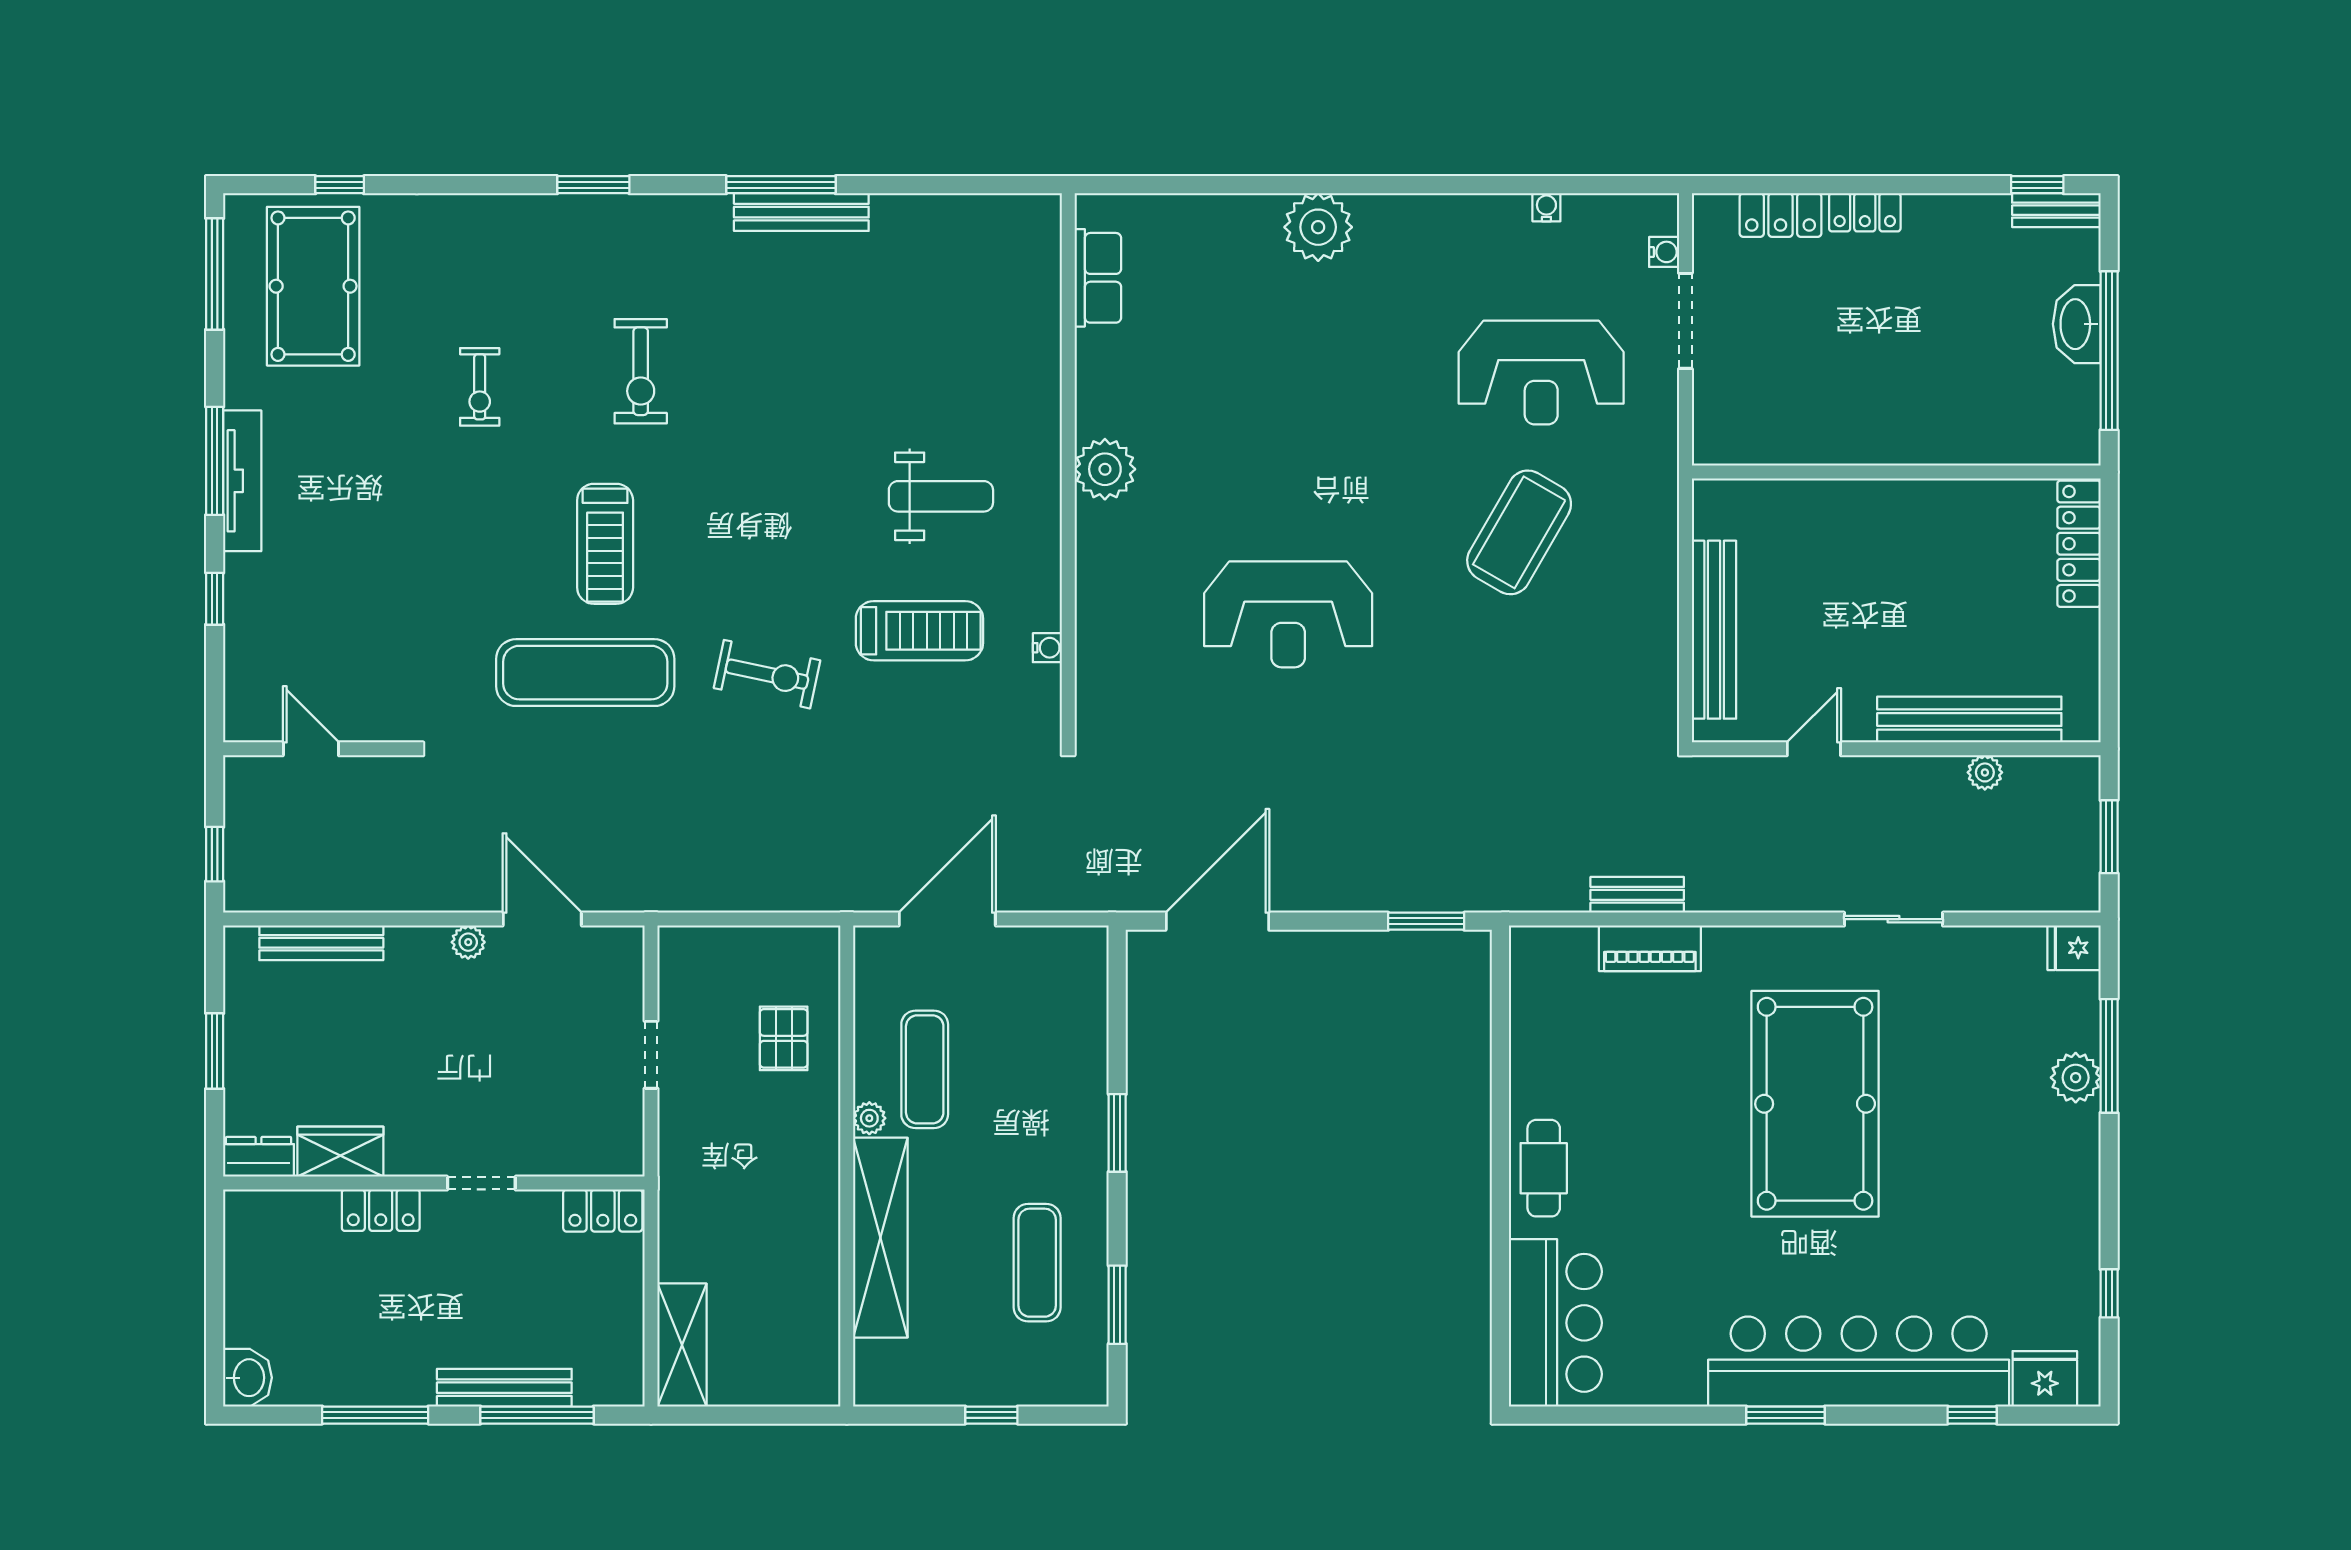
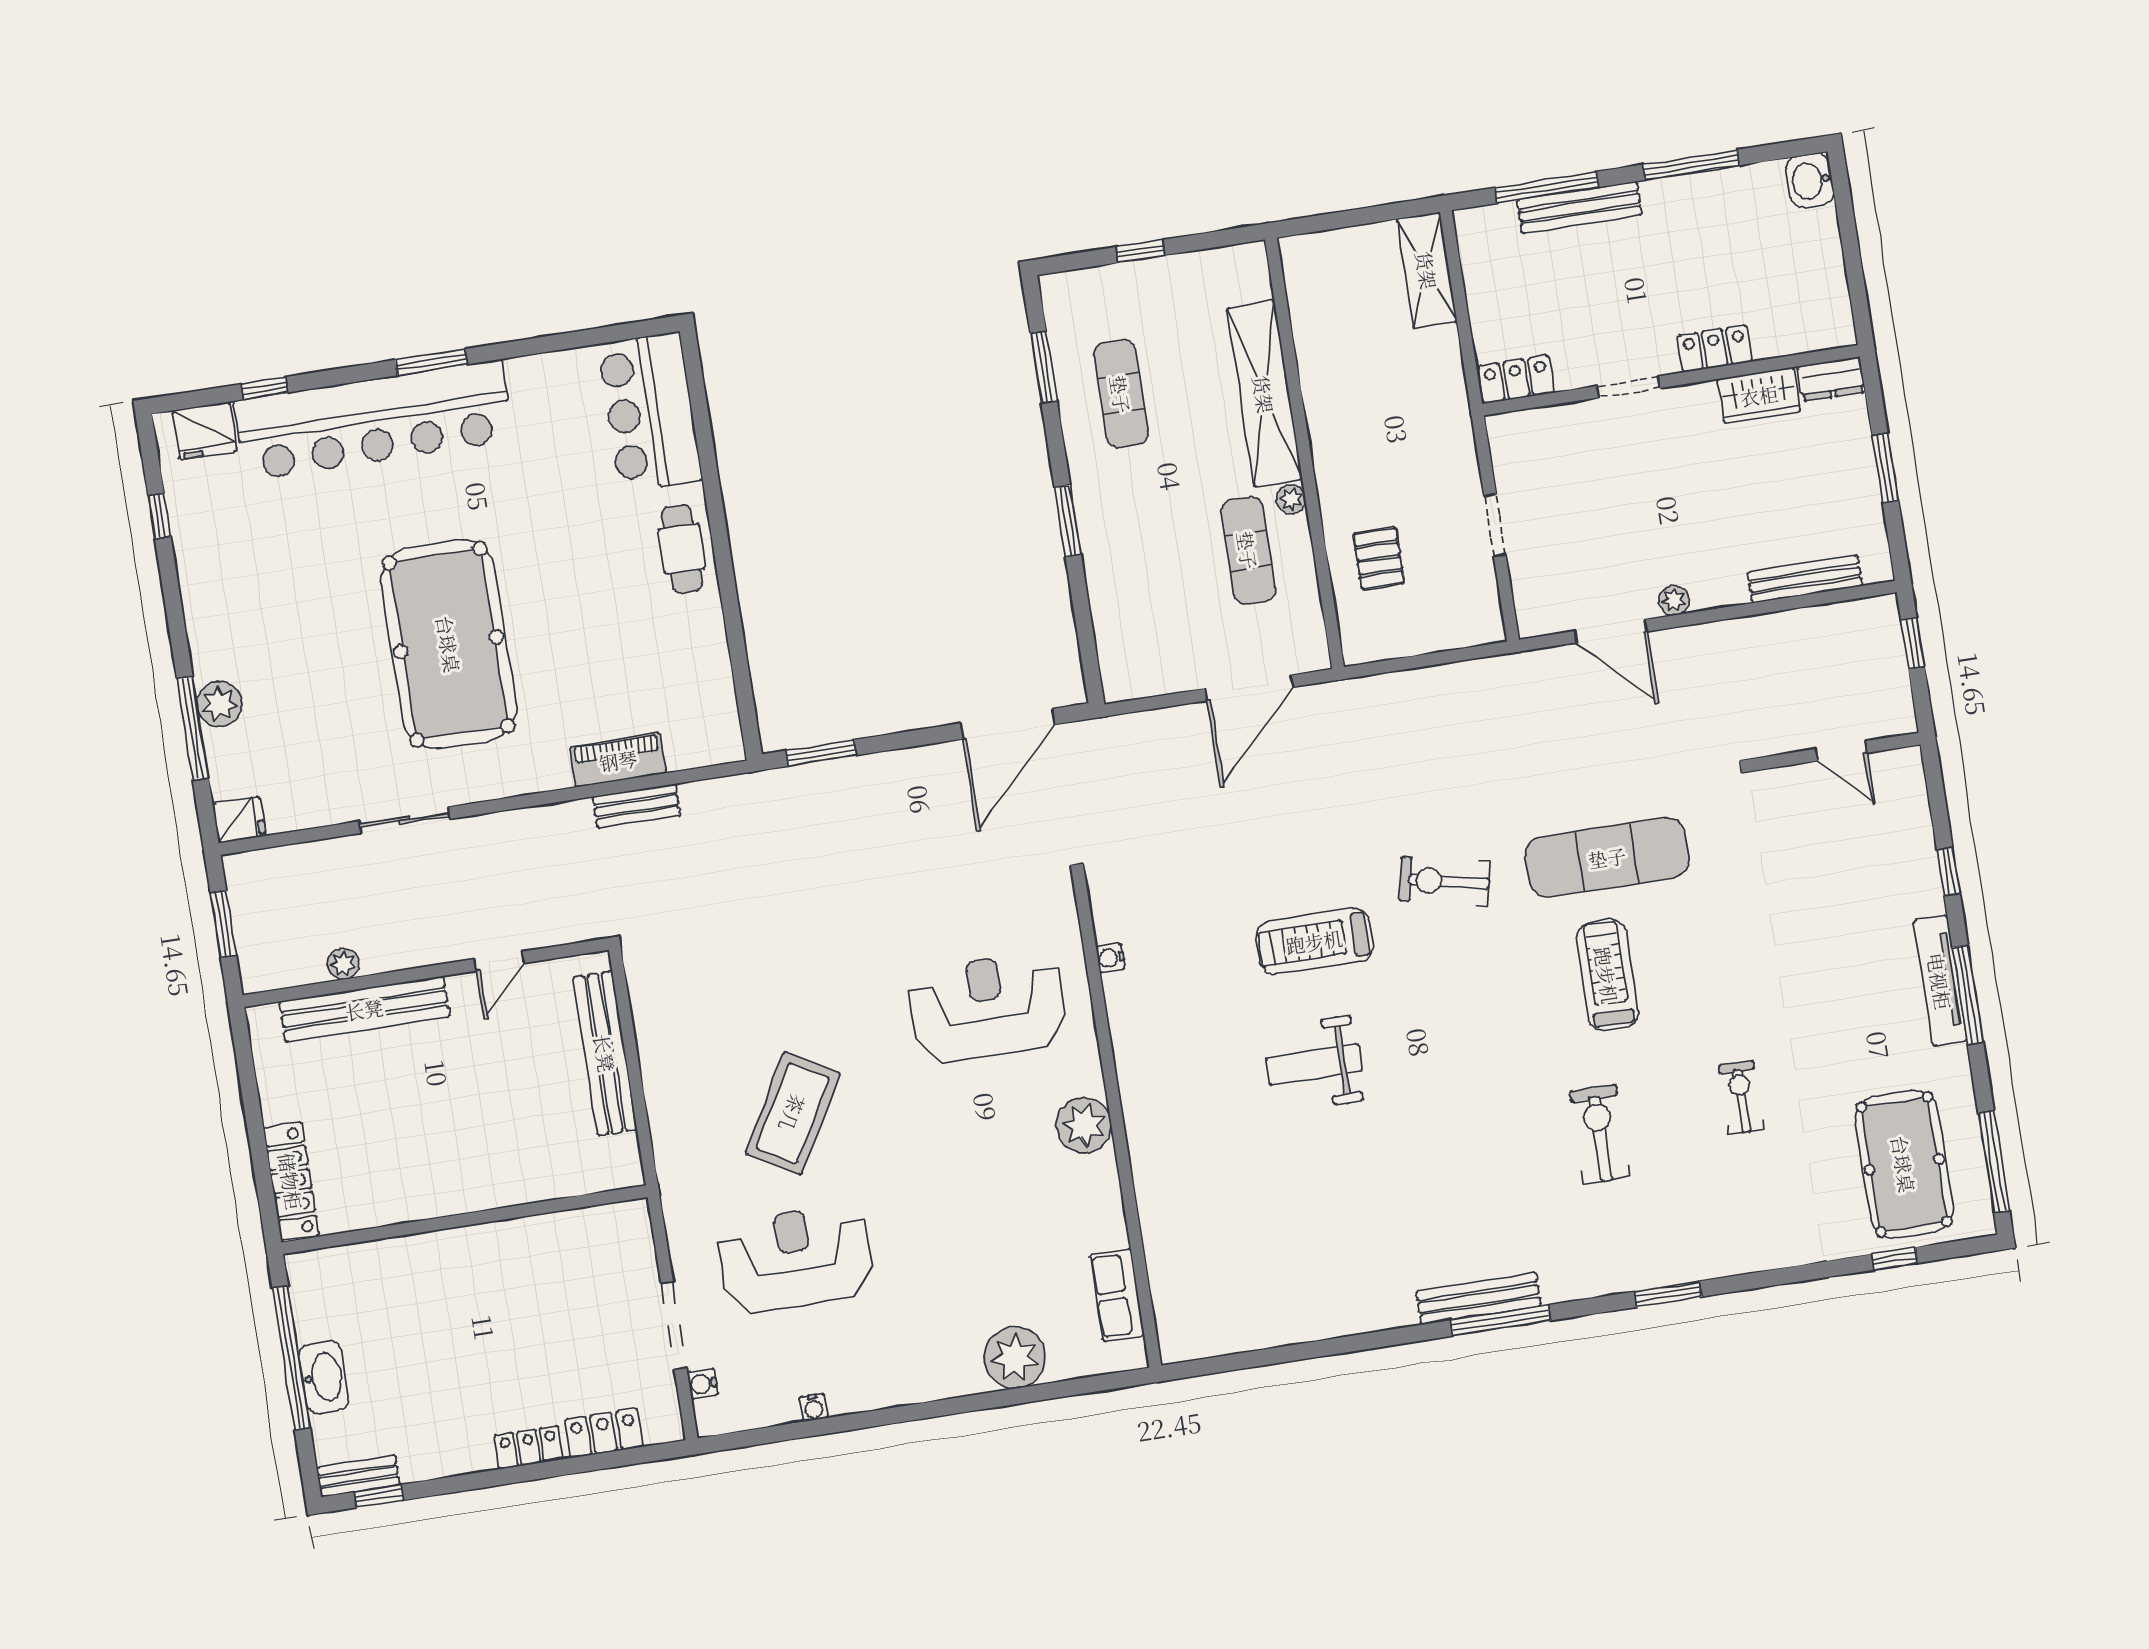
row of seats: (1098, 278) -> (1117, 1295), moved
wall: (1068, 468) -> (1117, 1121), moved
plant: (1105, 469) -> (1084, 1125), moved
water cooler: (1047, 648) -> (1110, 958), moved

